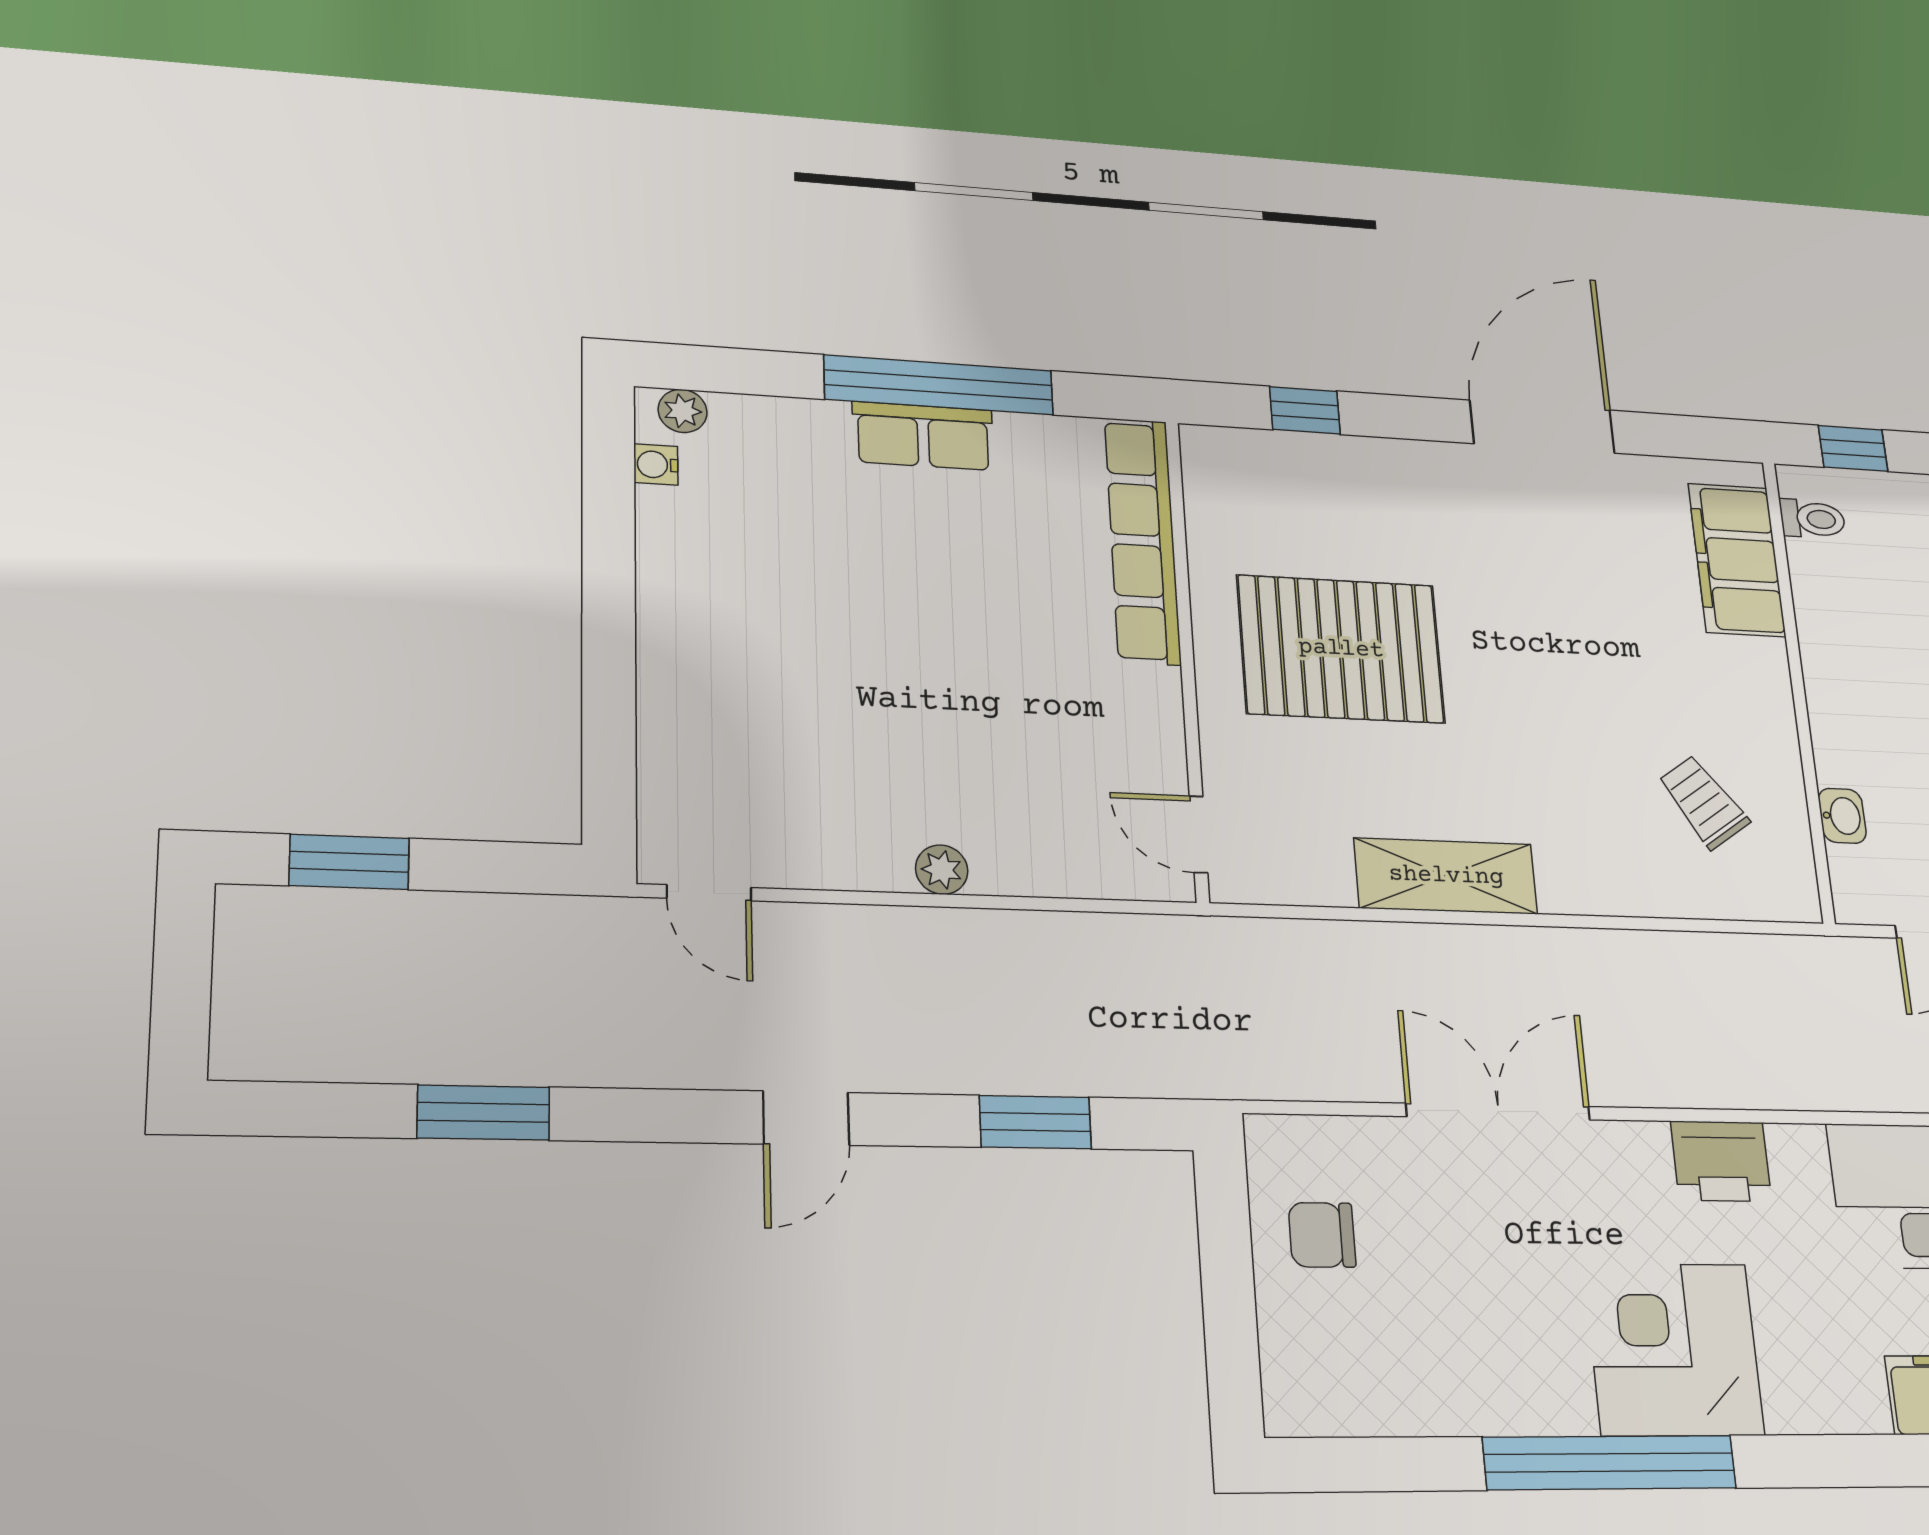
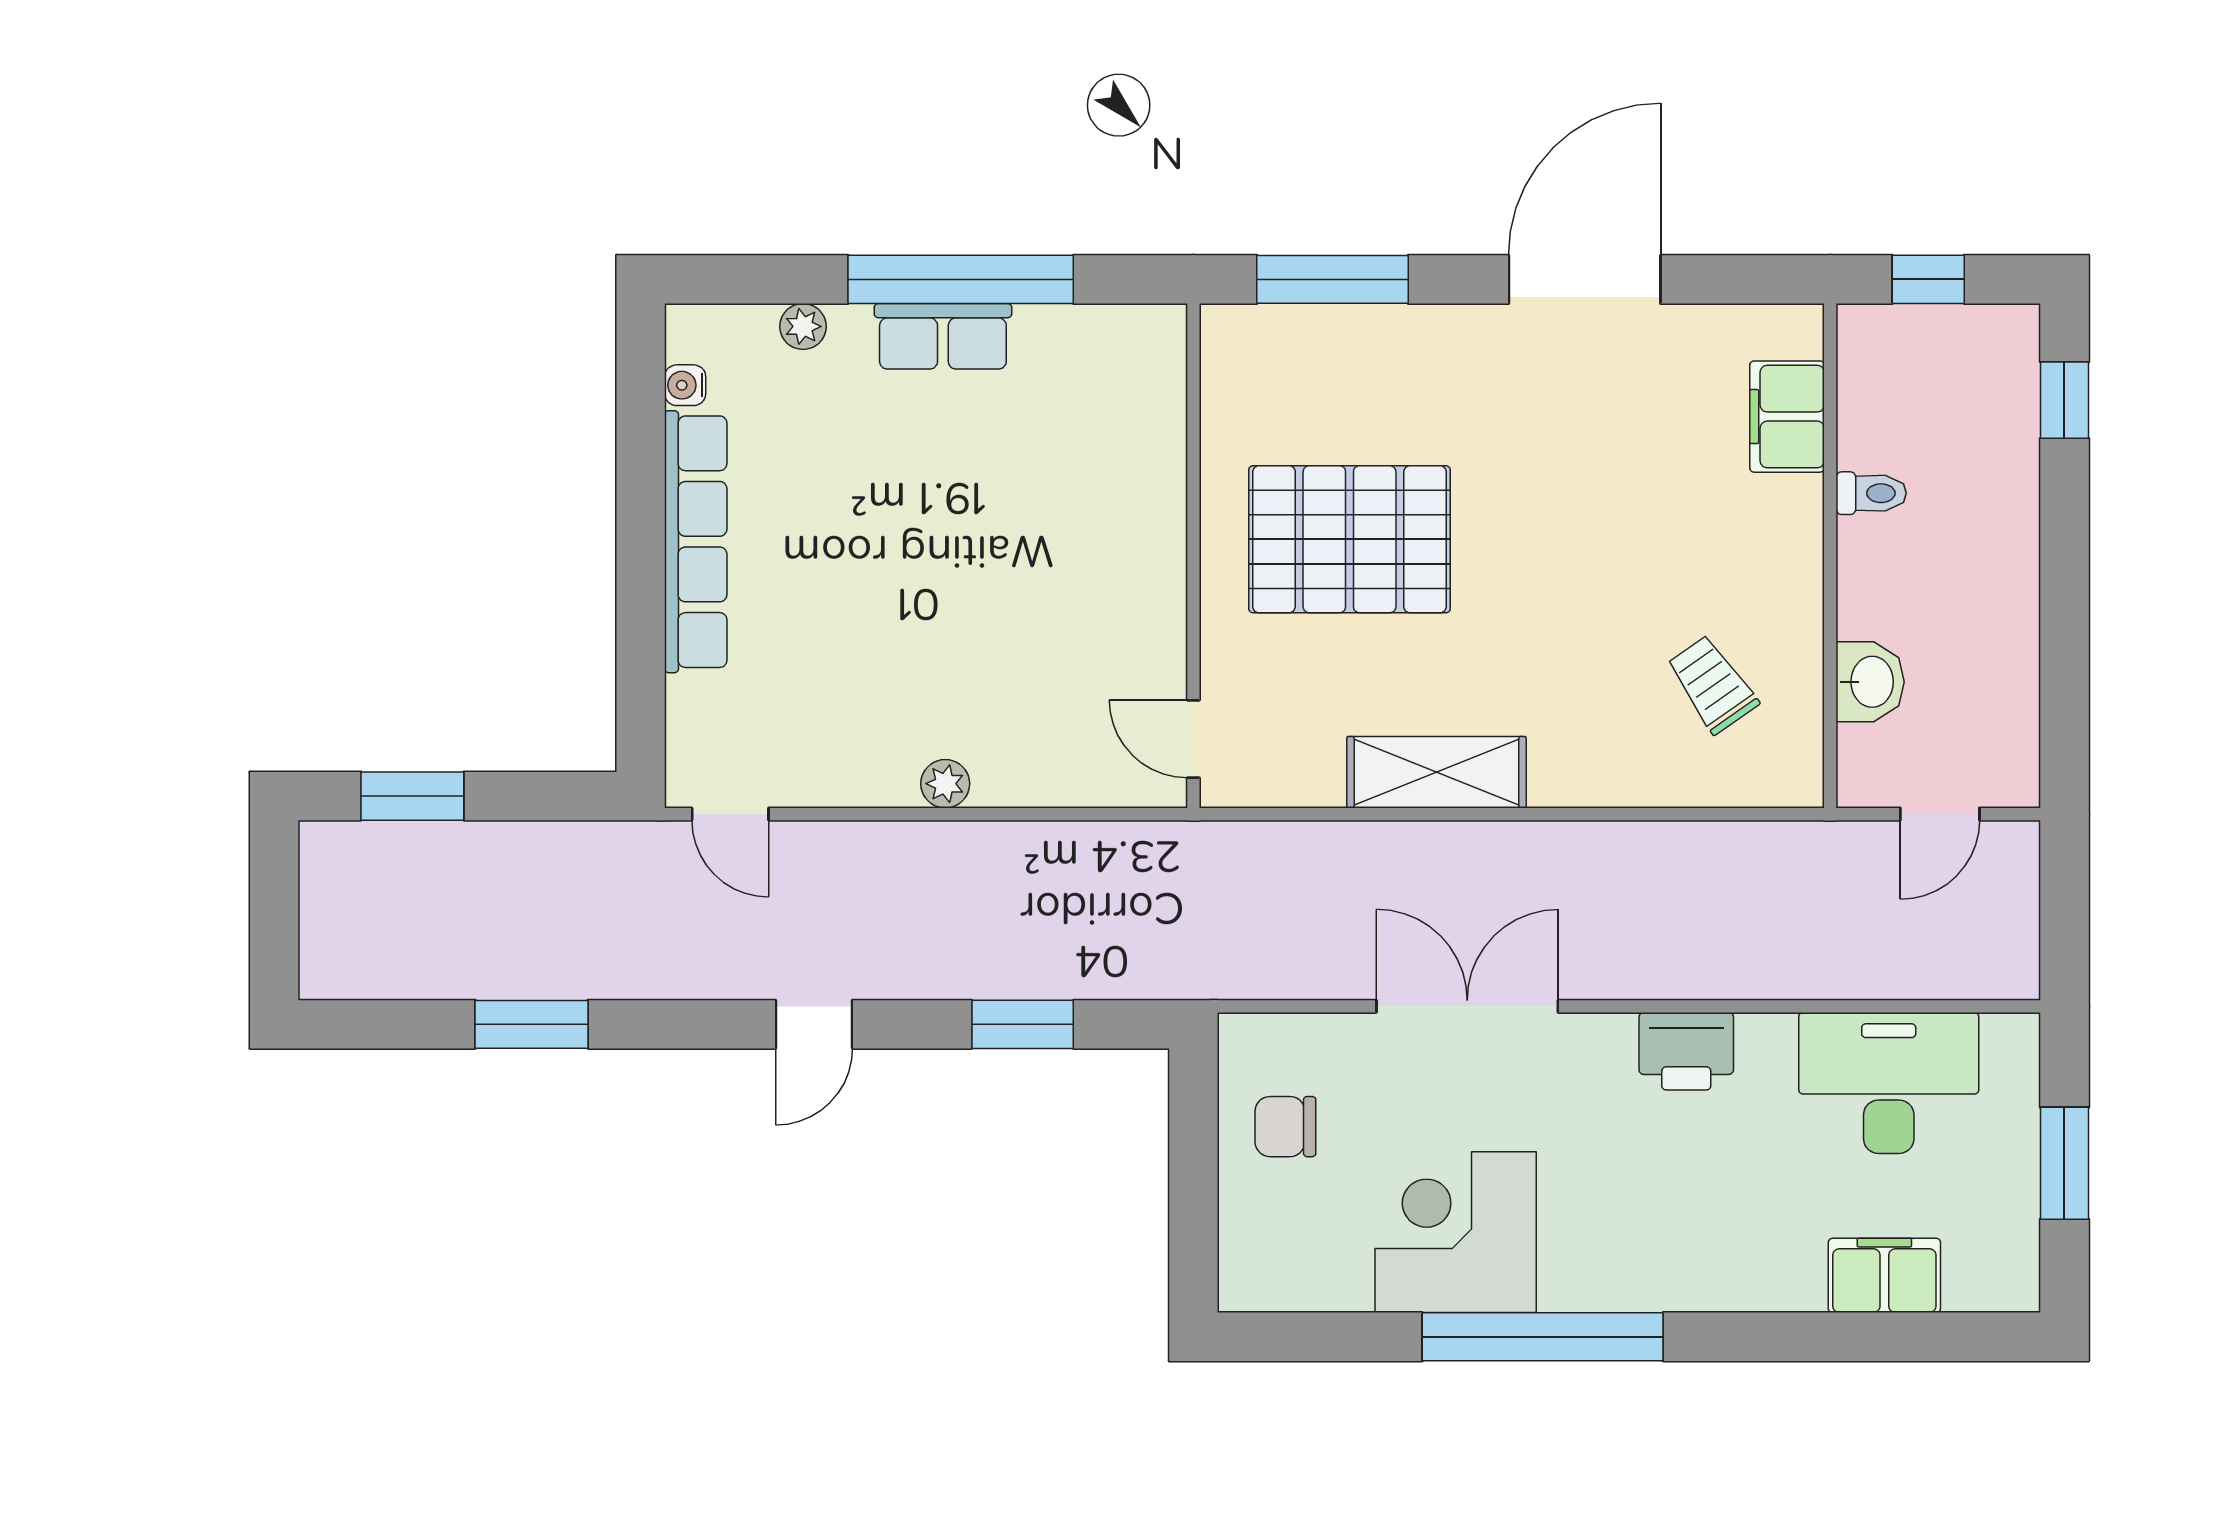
window: (1305, 410) -> (1332, 279), width x2.17
plant: (683, 411) -> (803, 326), moved
toilet: (1812, 519) -> (1871, 493), moved
row of seats: (1143, 540) -> (696, 542), moved, turned 180
filing cabinet: (1737, 560) -> (1787, 417), width x0.67, depth x0.86
washbasin: (1842, 816) -> (1870, 682), width x1.38, depth x1.45
corner desk: (1674, 1349) -> (1456, 1232), moved

